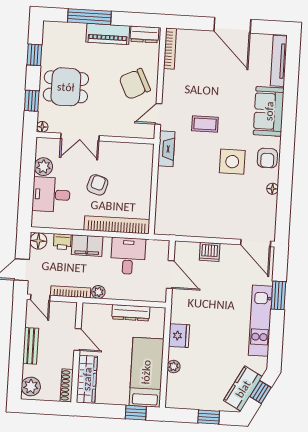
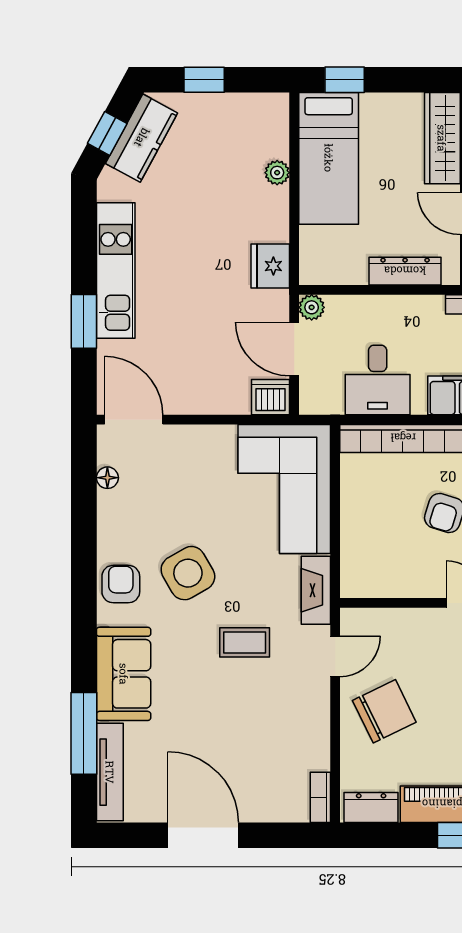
bookcase: (170, 49) -> (320, 797), width x0.64
window: (291, 82) -> (84, 733), added
side table: (232, 162) -> (188, 573), turned -30
floor lamp: (273, 189) -> (107, 478), moved
corner sofa: (180, 202) -> (284, 489), added
dishwasher: (210, 252) -> (271, 397), moved
plant: (98, 292) -> (312, 307), moved
dresser: (131, 313) -> (405, 271), moved
fridge: (179, 336) -> (270, 266), moved

